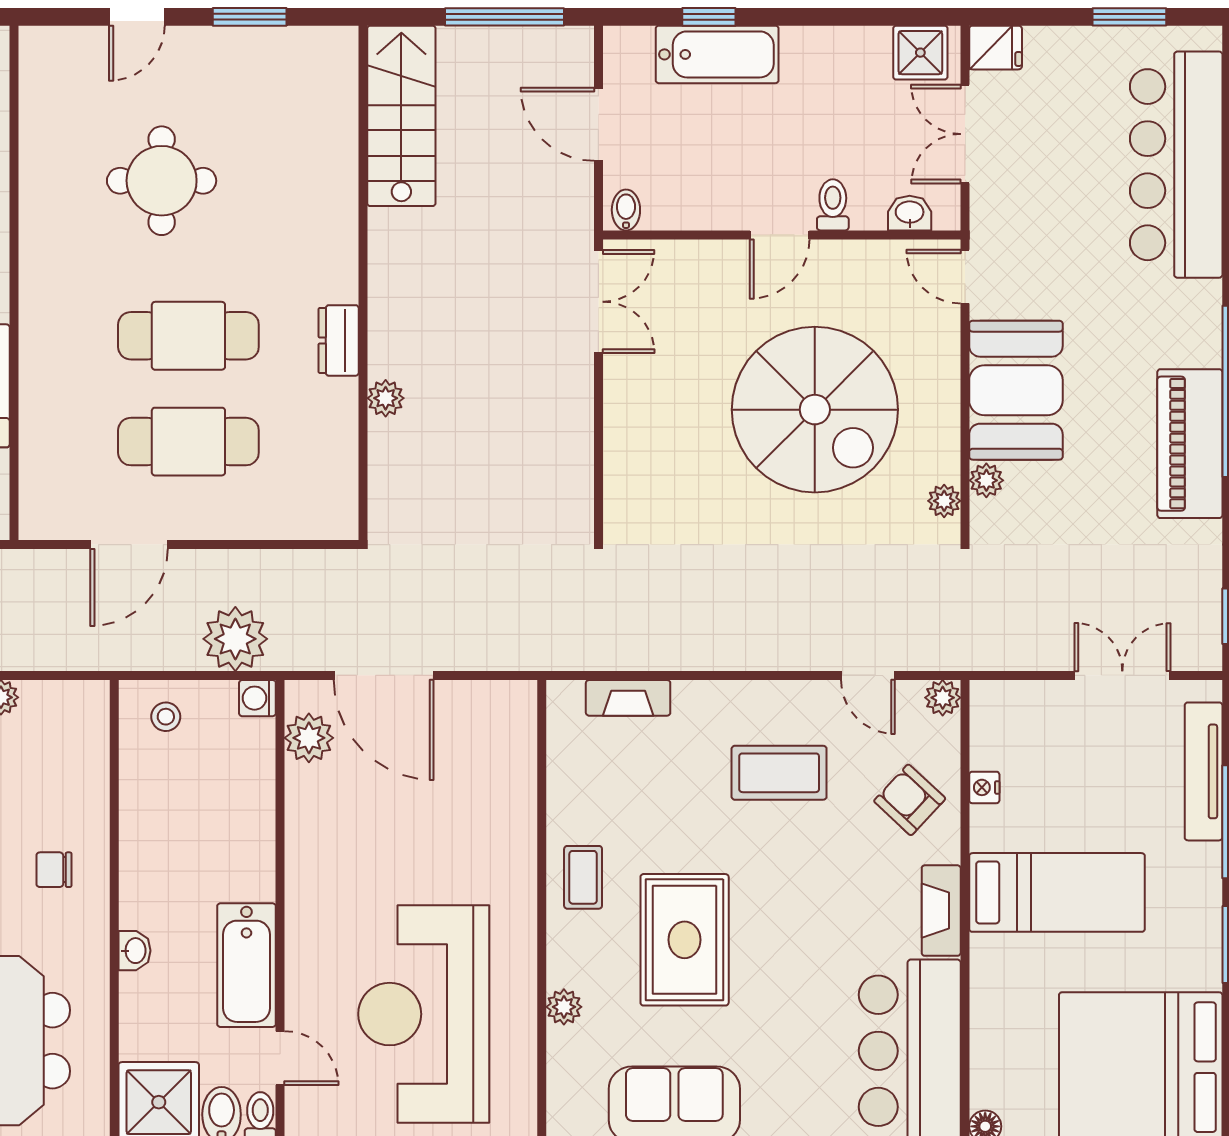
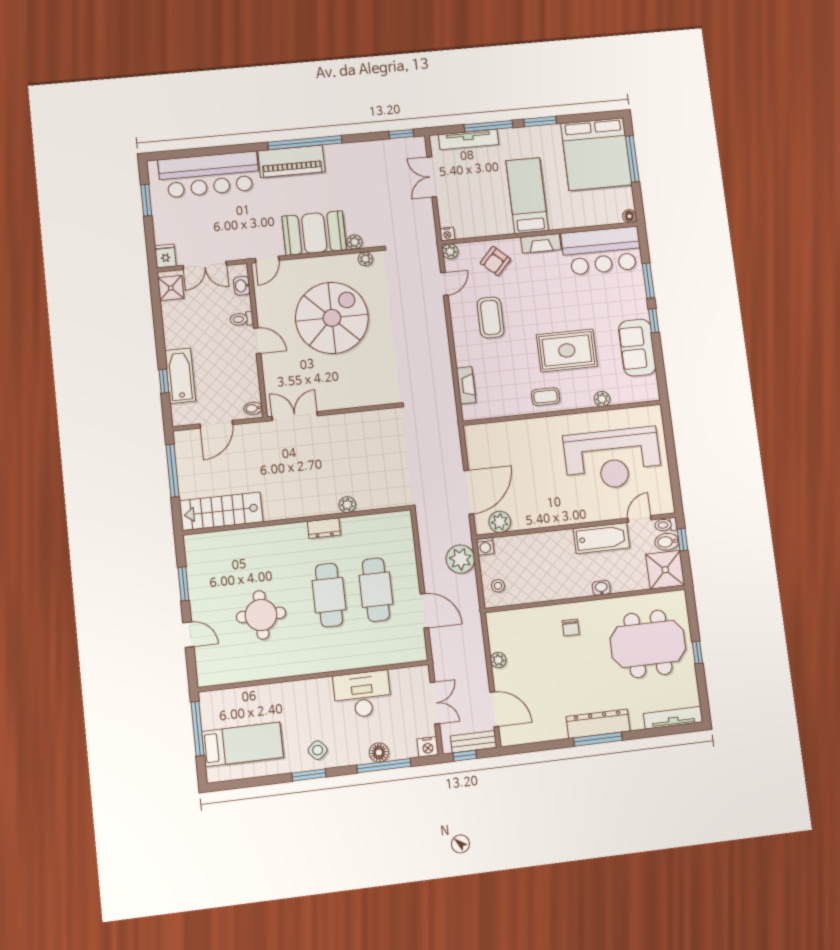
piano: (1190, 444) -> (291, 161), moved
nightstand: (984, 787) -> (447, 234), moved

